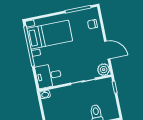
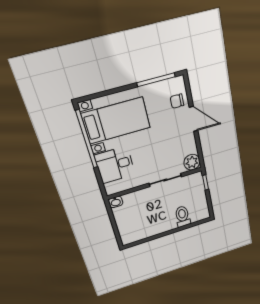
door: (107, 50) -> (194, 119), moved
desk: (49, 76) -> (115, 165), moved

